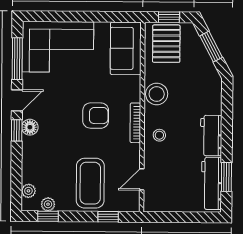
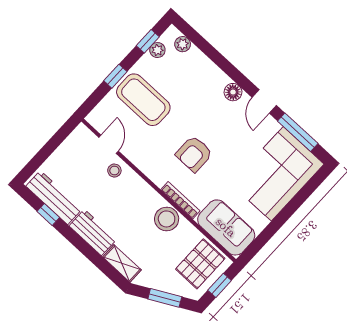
pallet: (166, 44) -> (200, 264), turned 90
shelving: (214, 97) -> (122, 263), added
bookcase: (135, 123) -> (180, 200), moved
window: (17, 130) -> (240, 79), removed
stool: (159, 135) -> (114, 171), moved
window: (226, 177) -> (48, 214), width x0.67
window: (108, 217) -> (115, 76), moved

